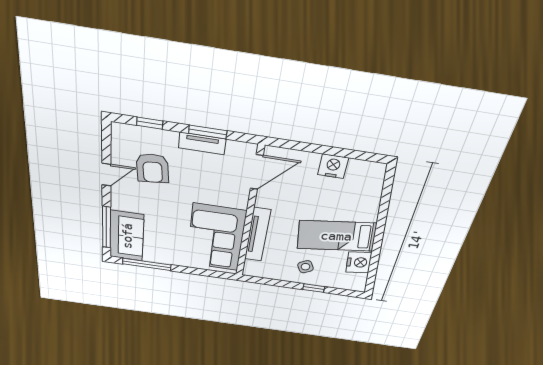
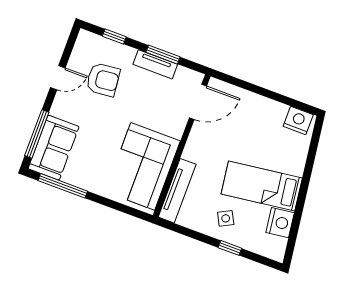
nightstand: (333, 166) -> (298, 120), moved
armchair: (152, 168) -> (103, 80), turned -90
tv unit: (257, 235) -> (177, 191), moved

